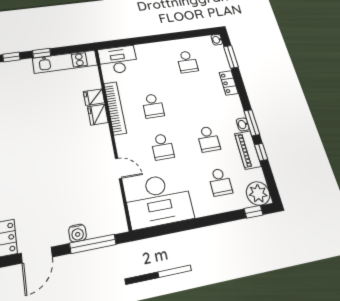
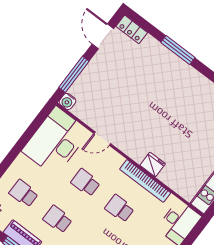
fridge: (94, 97) -> (168, 175), removed
water cooler: (77, 233) -> (68, 101), moved, turned -90

